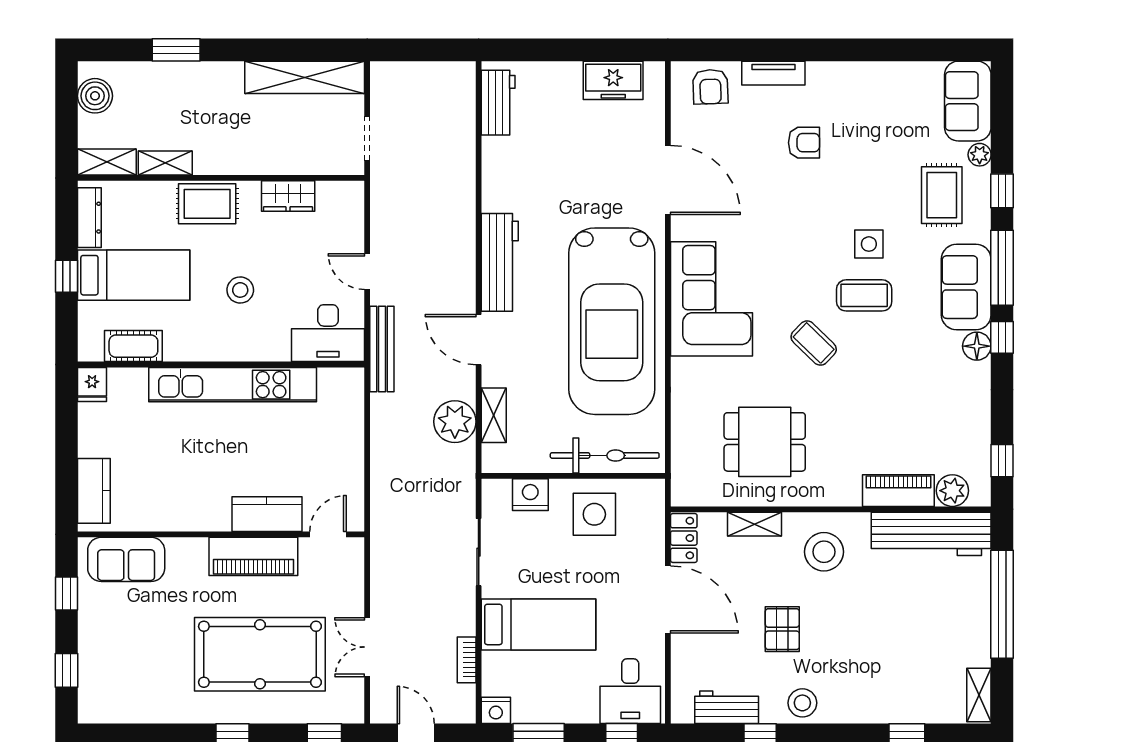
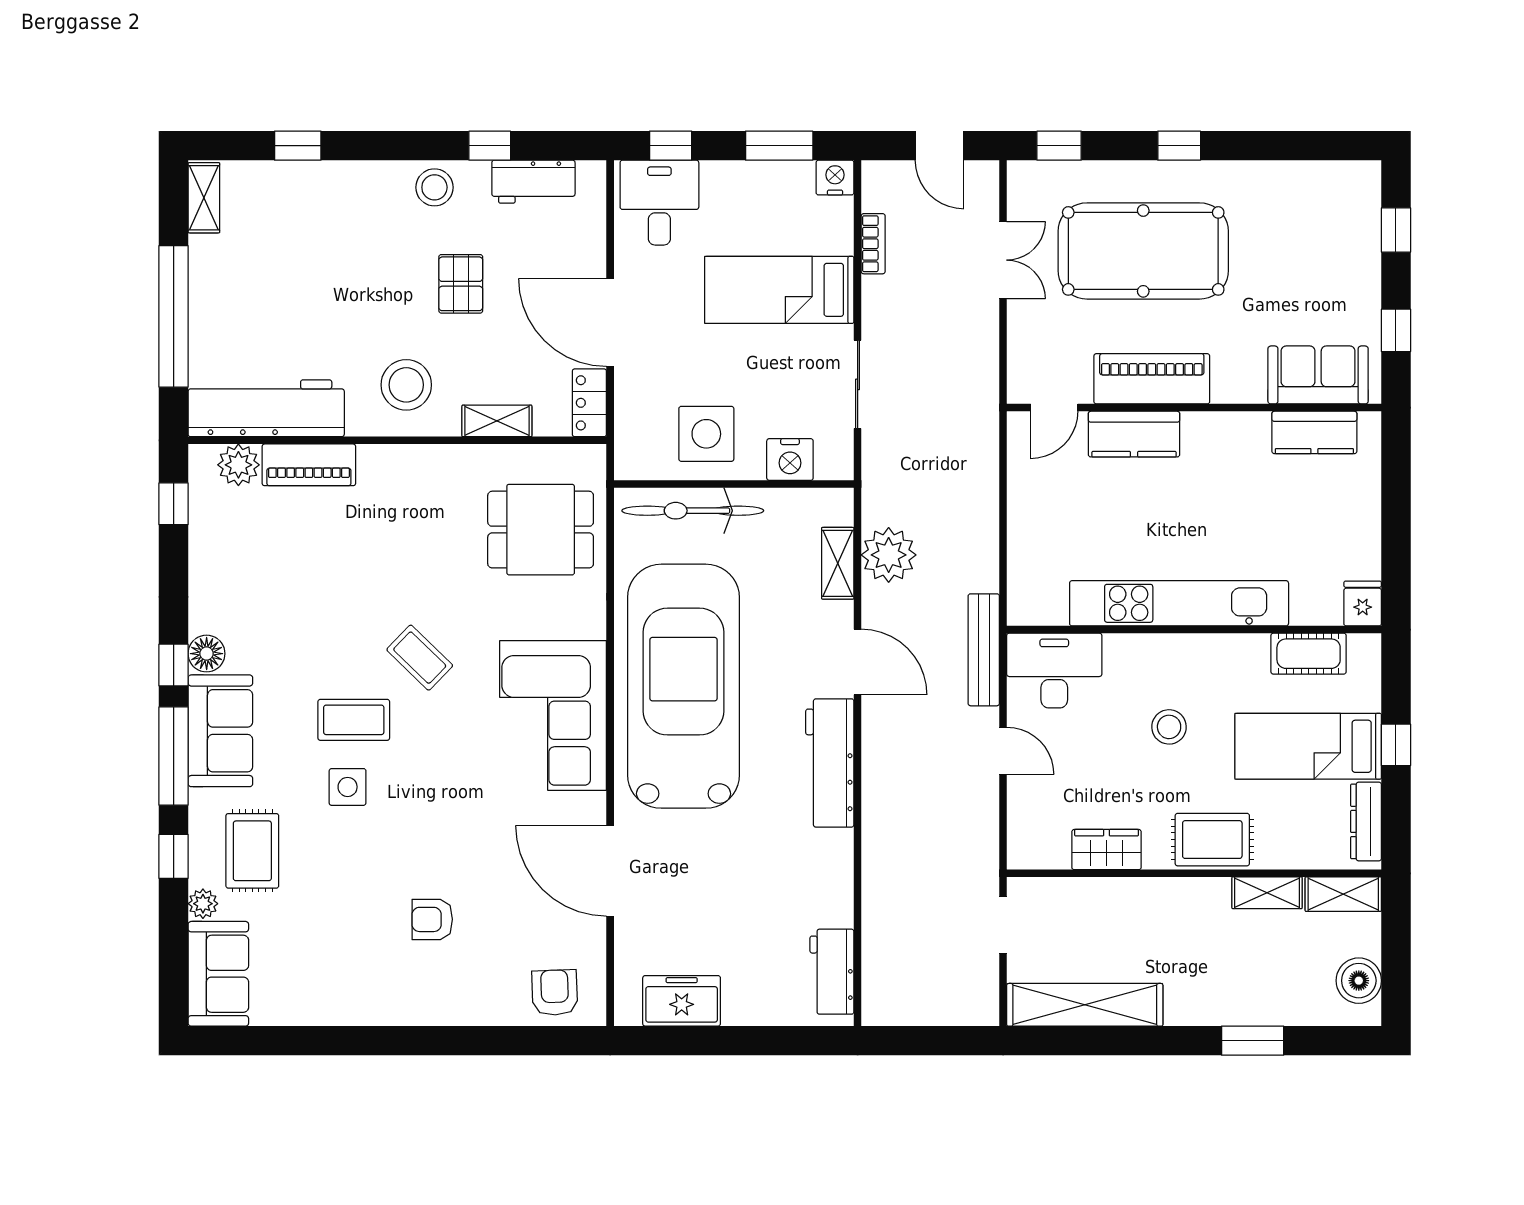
tv unit: (773, 73) -> (472, 1010), removed
dining table: (765, 442) -> (541, 530), moved
kitchen counter: (94, 491) -> (1314, 432), moved, turned -90

